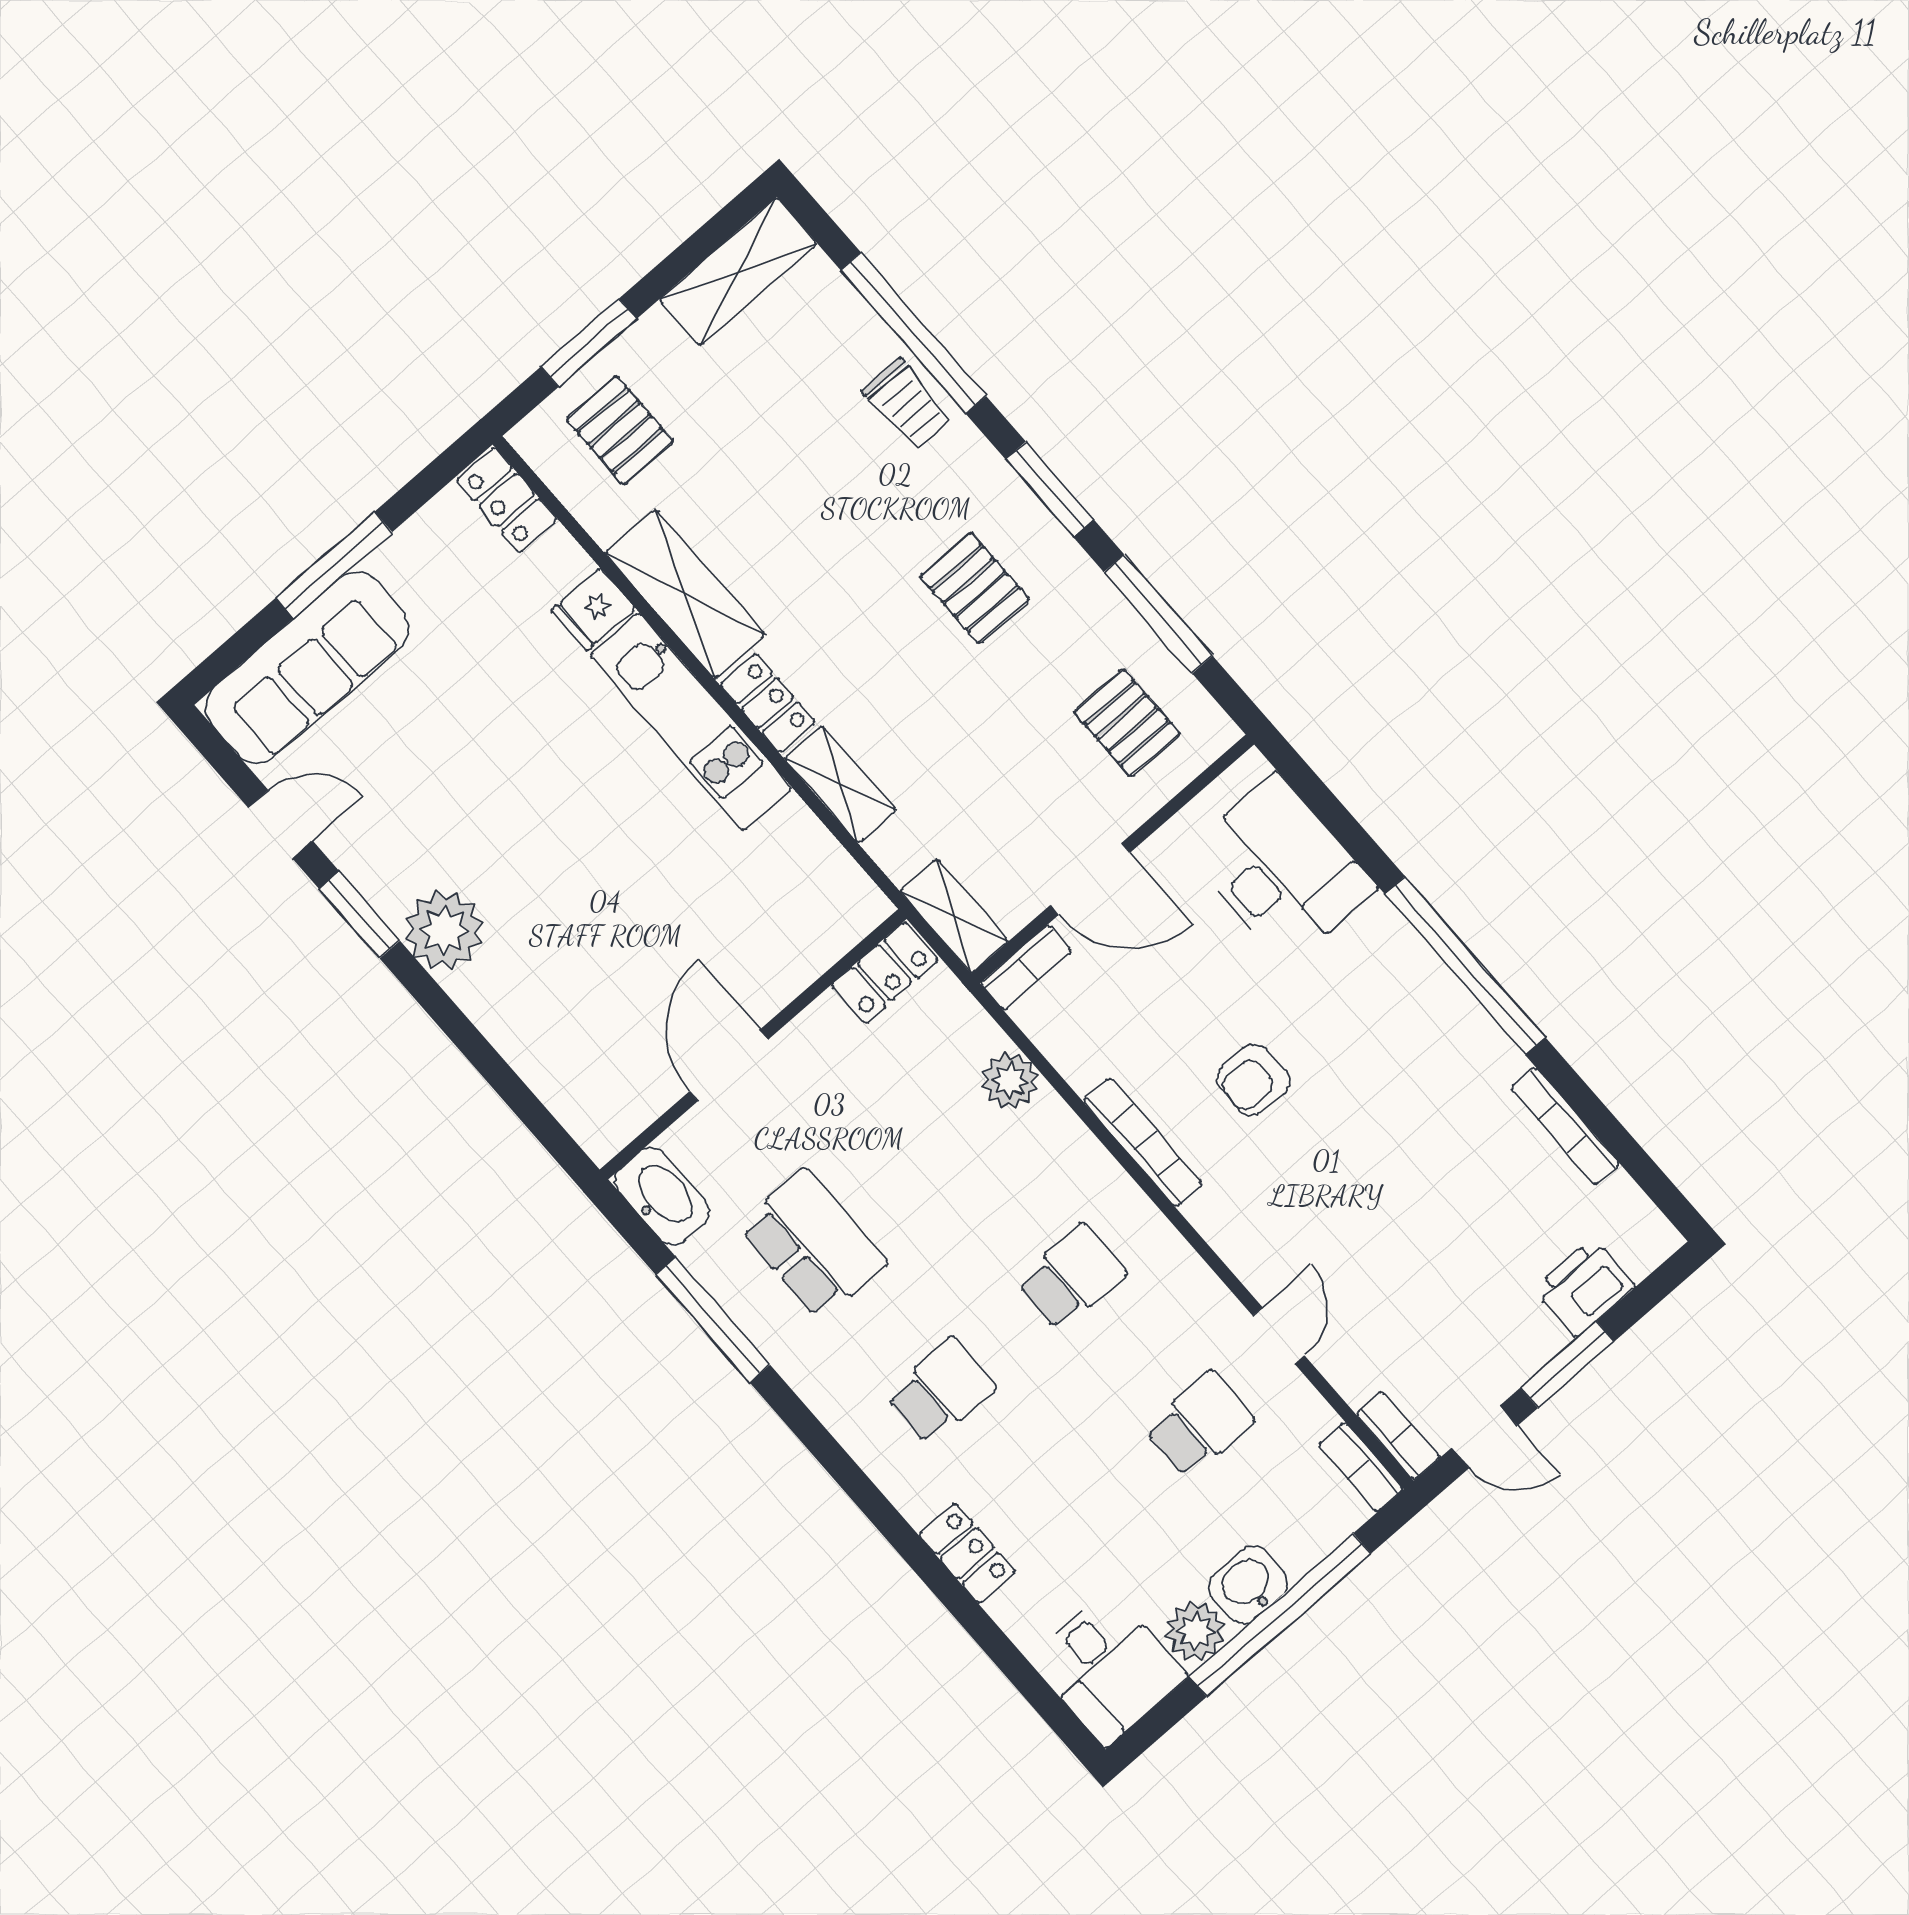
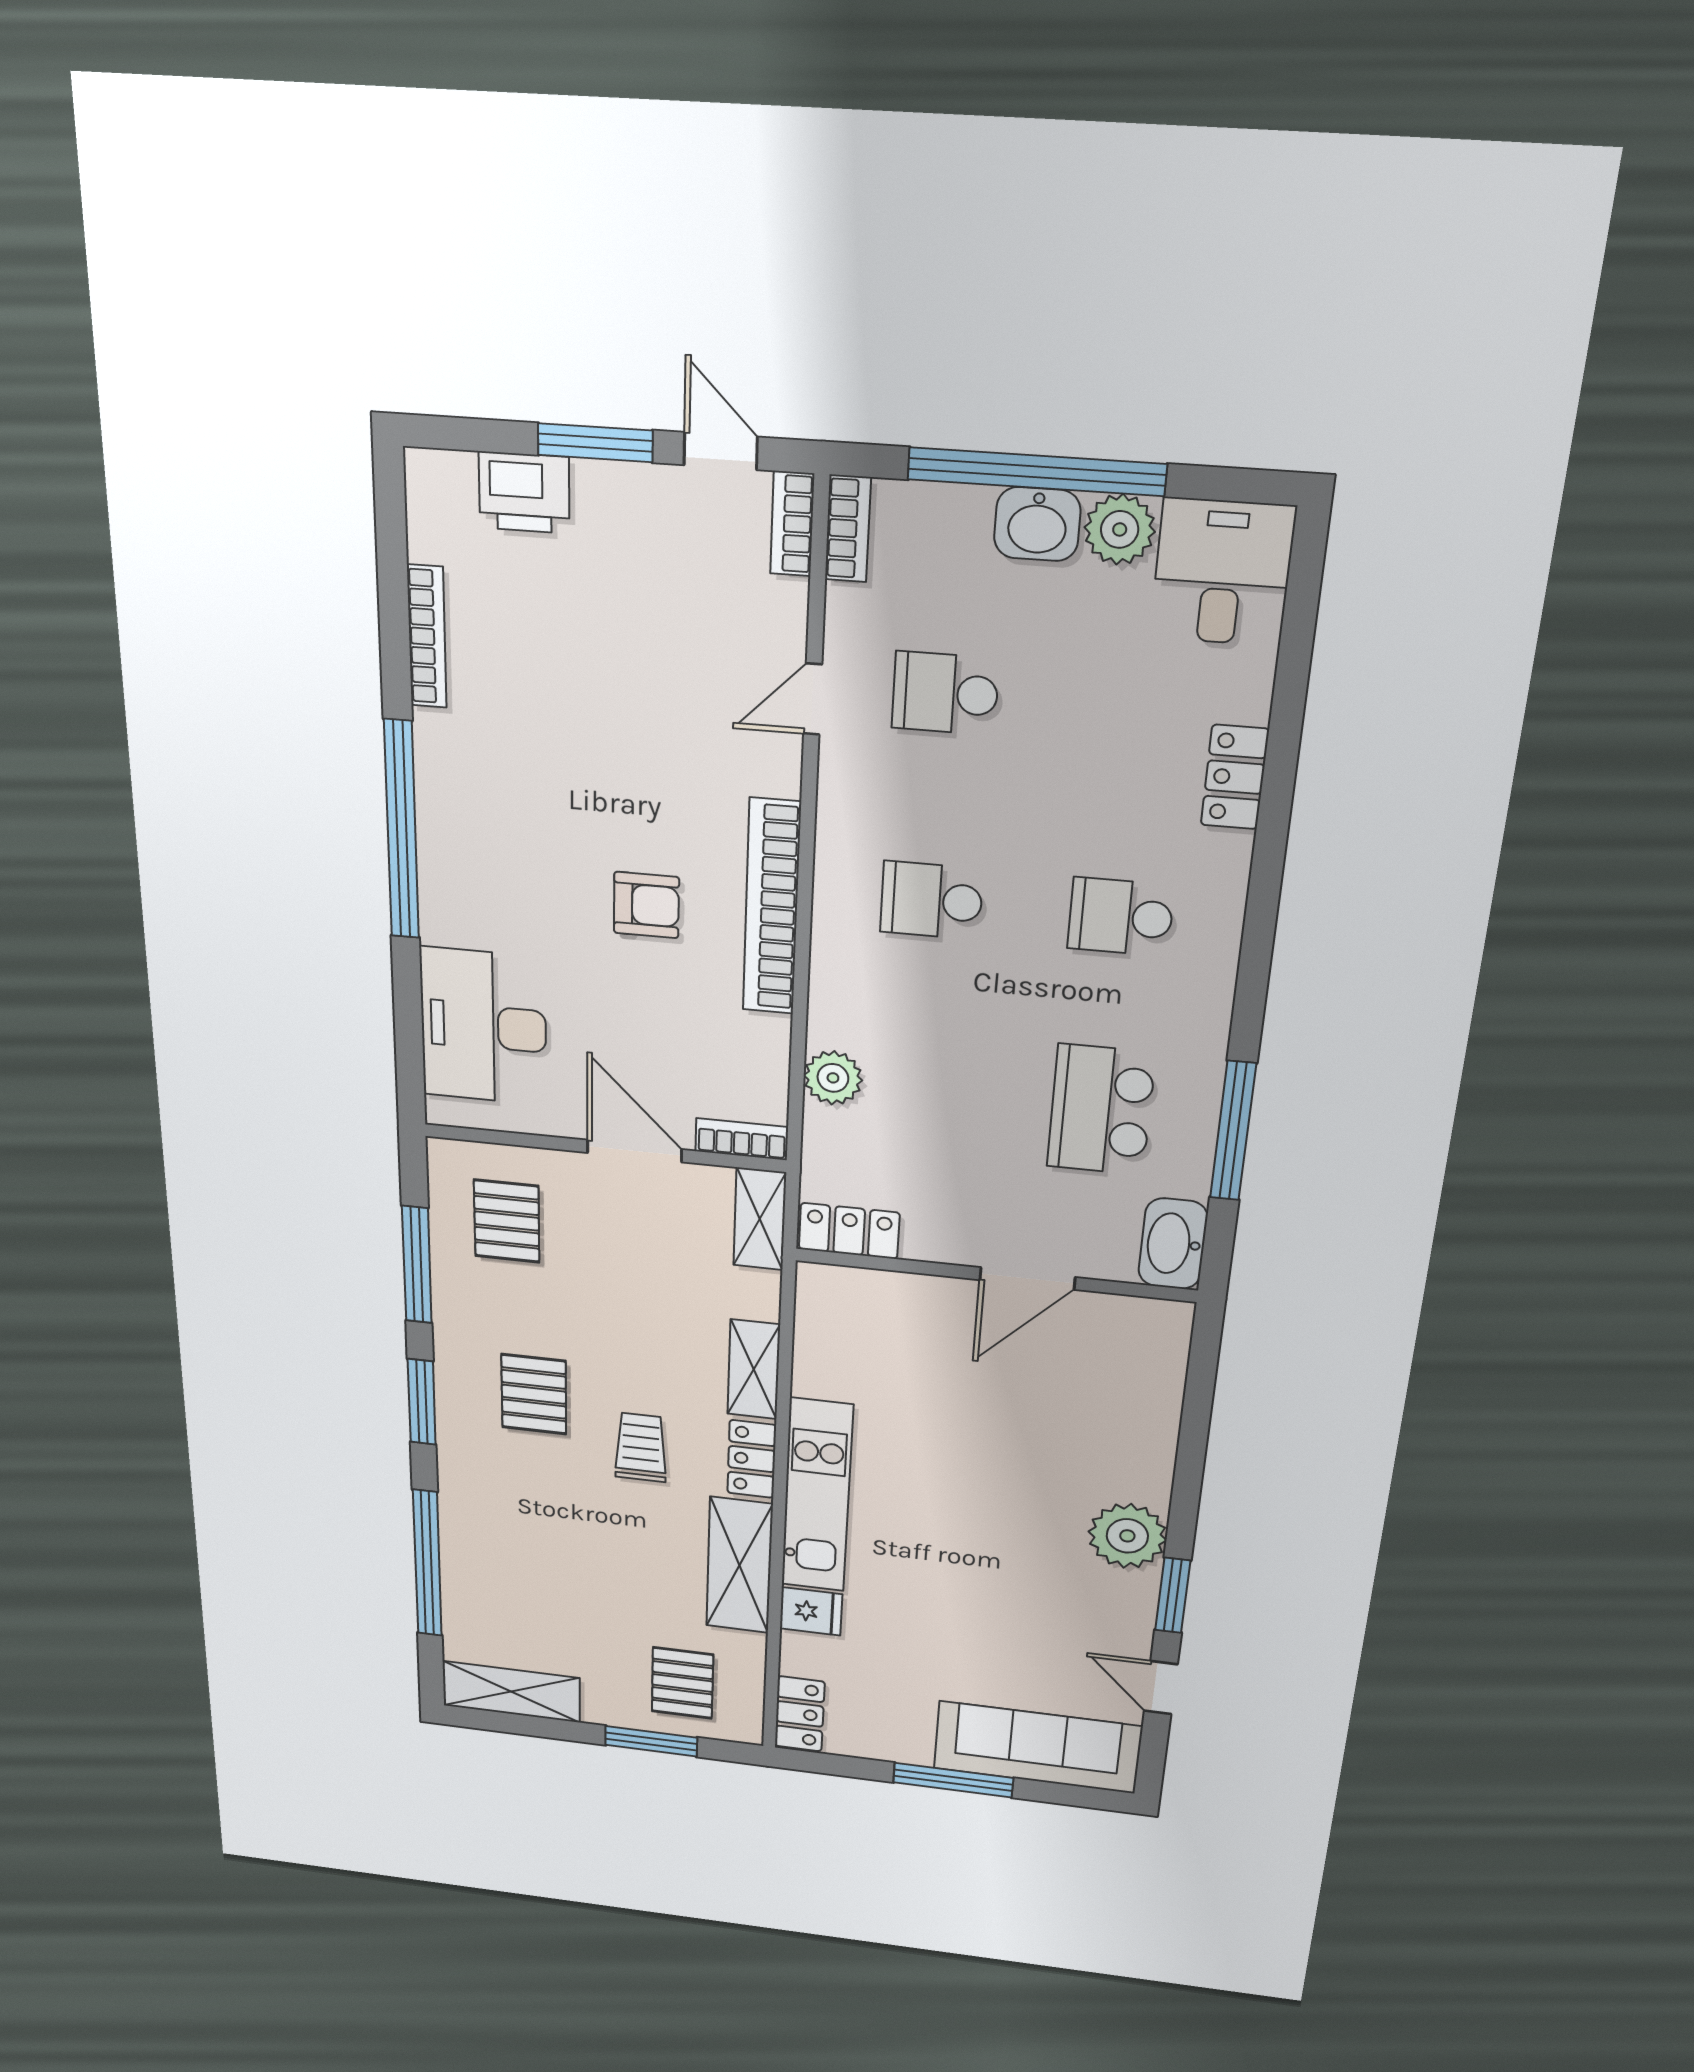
trolley: (907, 404) -> (641, 1447), moved
bookcase: (1143, 1142) -> (772, 907), width x1.48, depth x1.31

